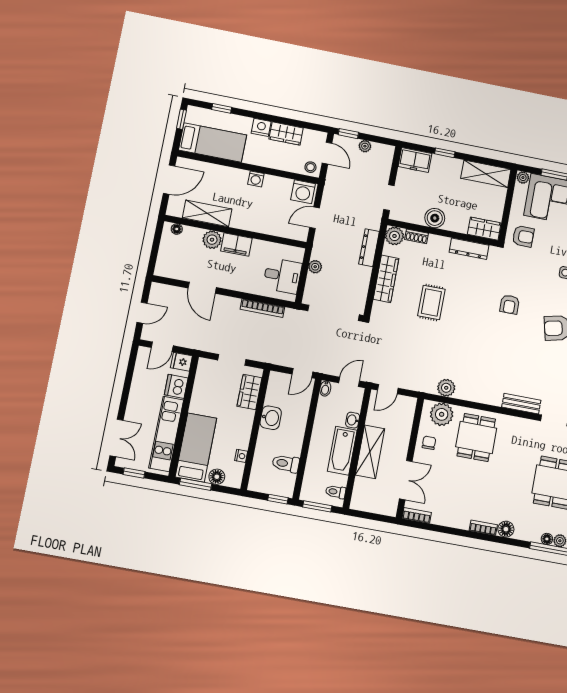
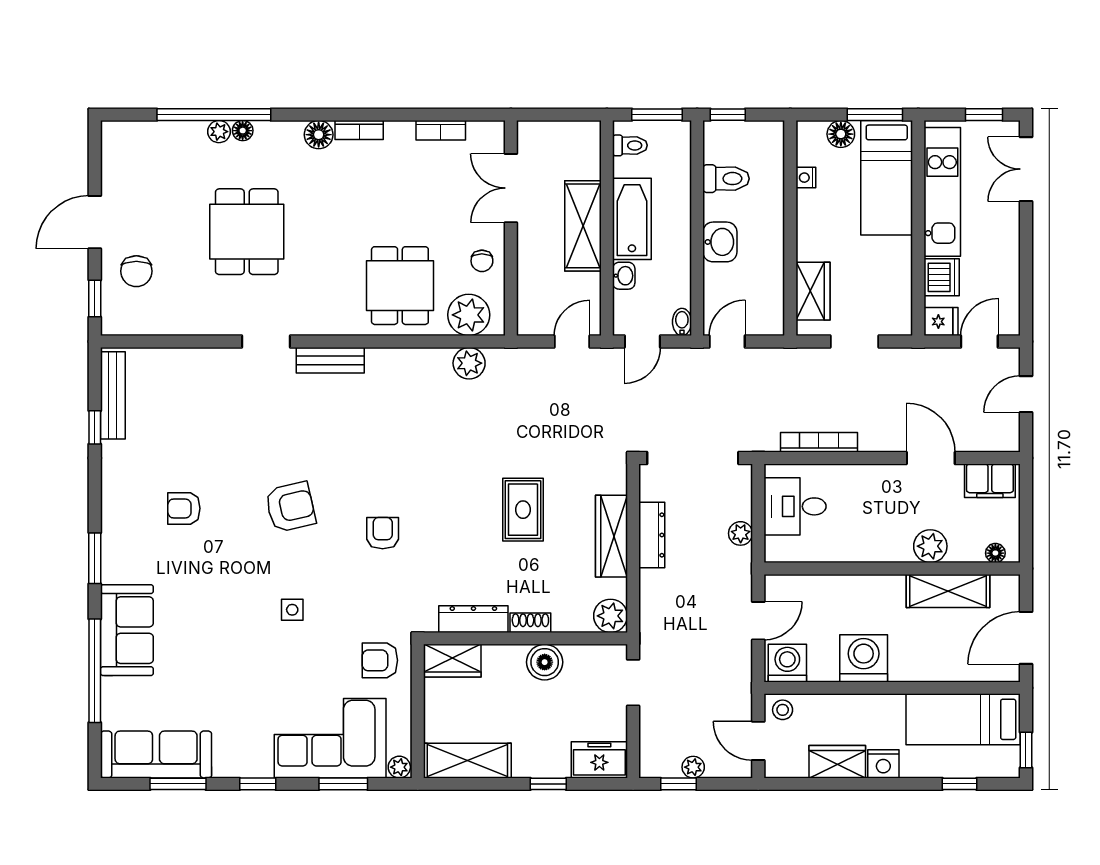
window: (348, 134) -> (678, 784), moved
washing machine: (256, 179) -> (864, 658), width x1.89, depth x1.89
shoe rack: (416, 236) -> (530, 623), moved
filing cabinet: (236, 245) -> (990, 481), moved, turned 180
dresser: (369, 248) -> (652, 535), moved
washbasin: (271, 418) -> (720, 242), moved, turned 180
bookcase: (417, 515) -> (441, 130), moved

